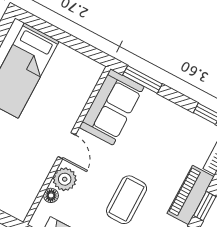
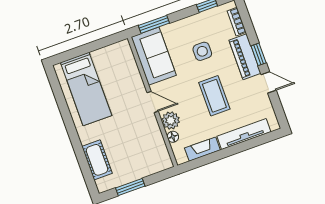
side table: (159, 149) -> (202, 51), added

